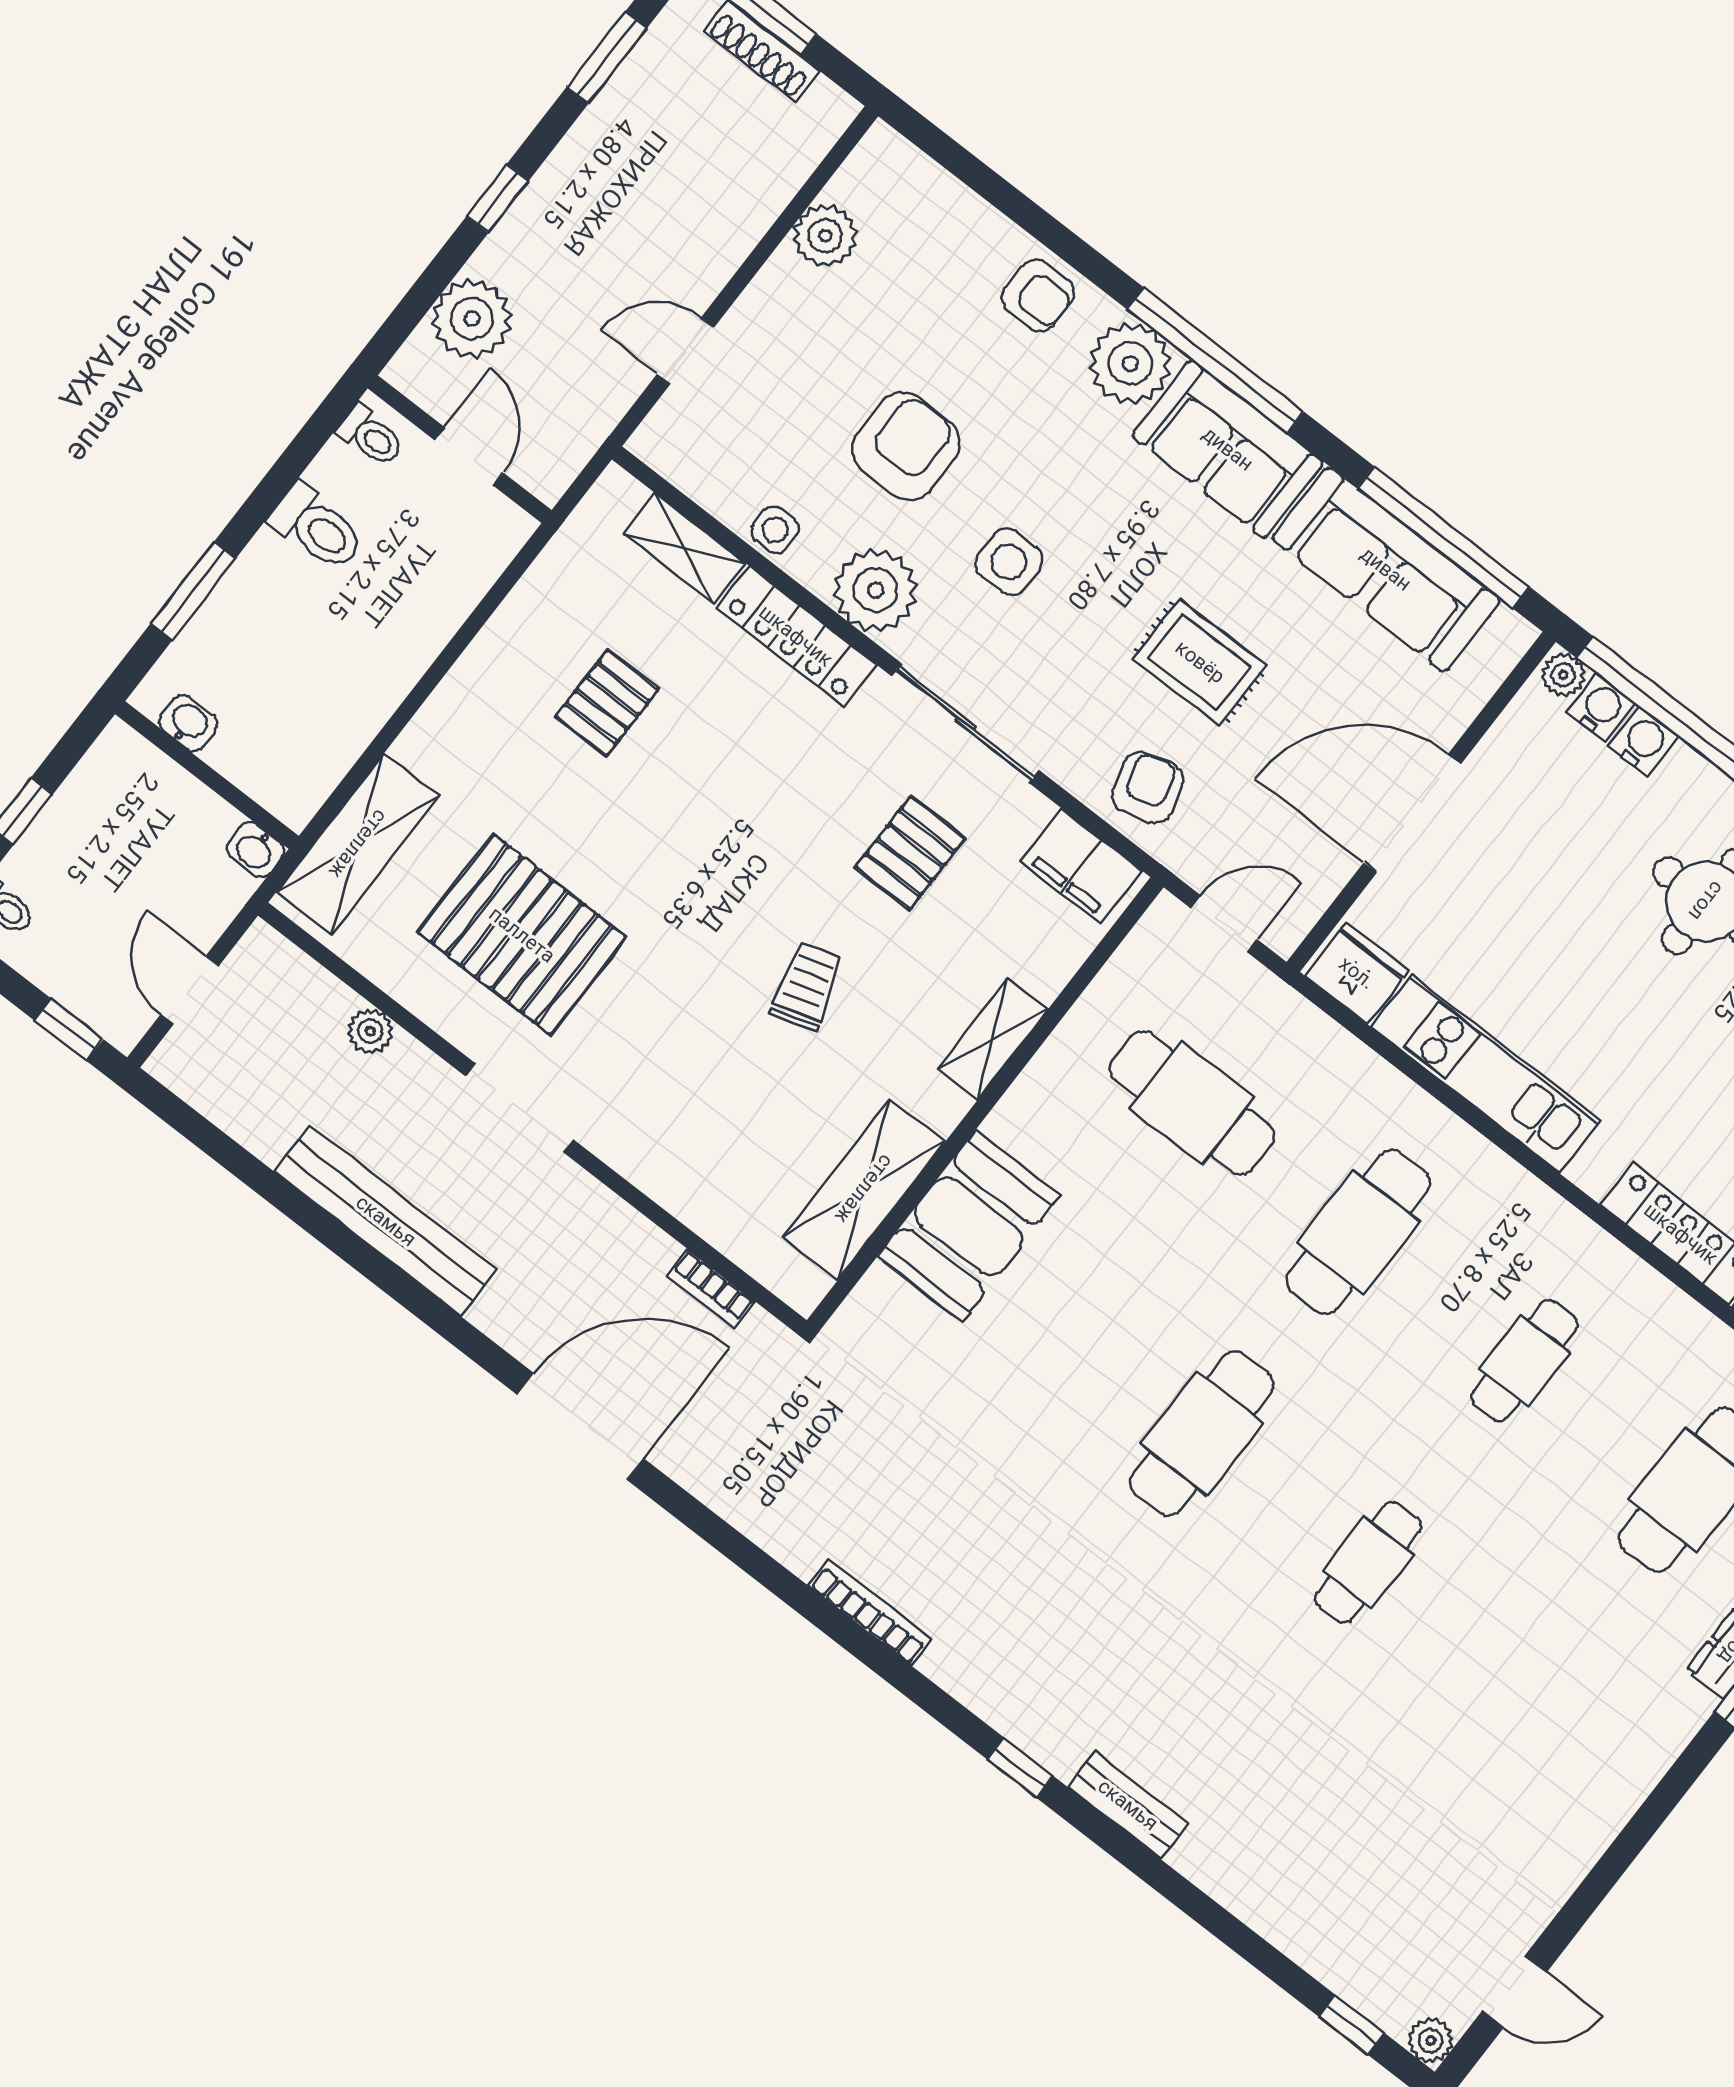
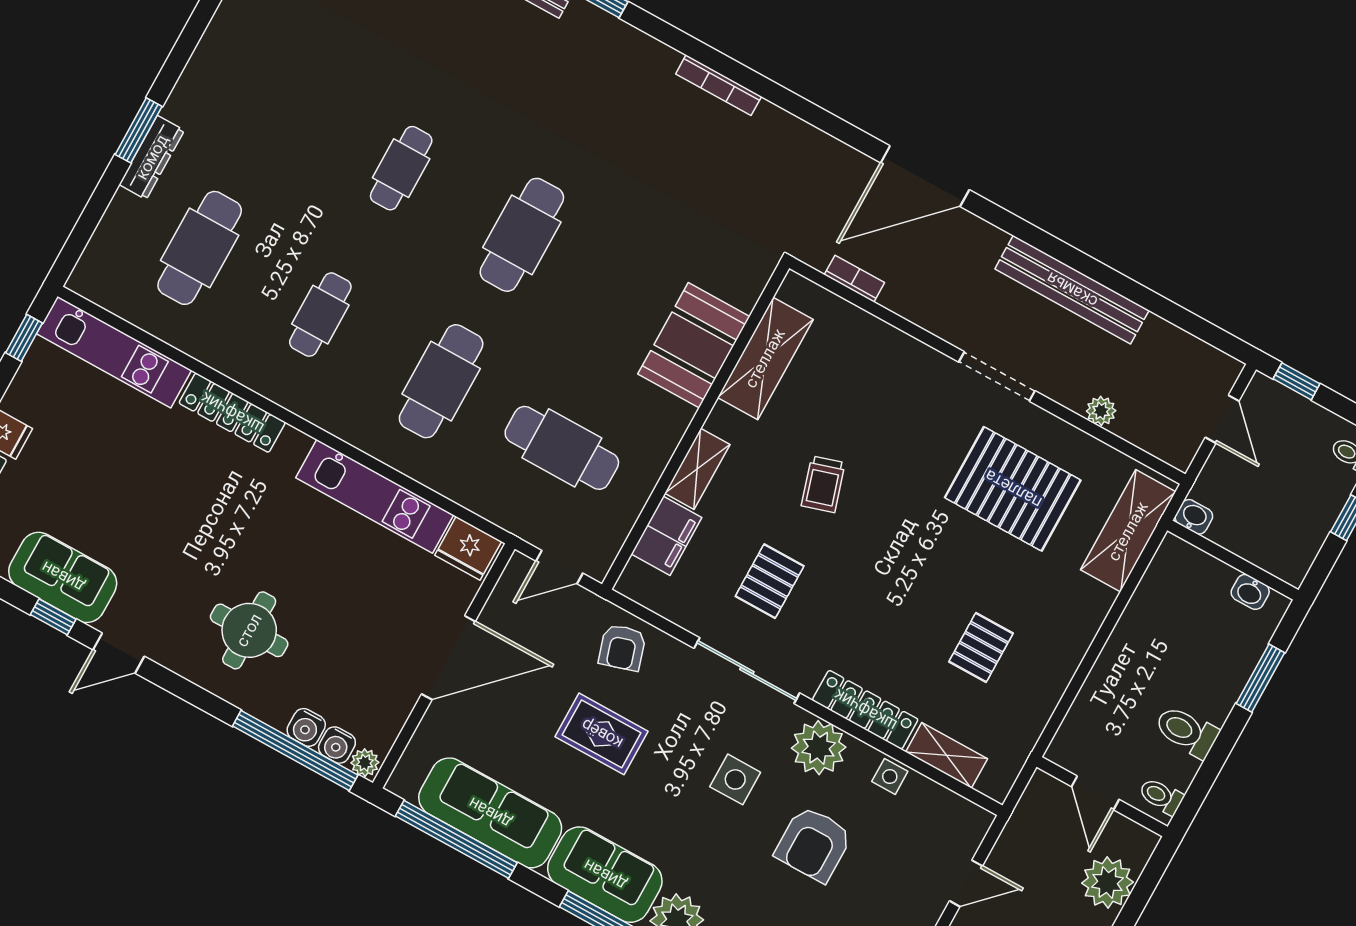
filing cabinet: (1081, 866) -> (667, 536), moved, turned 90

